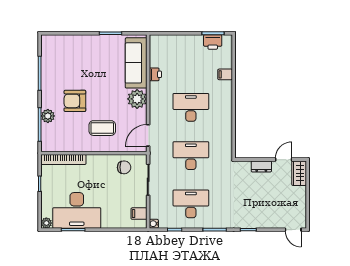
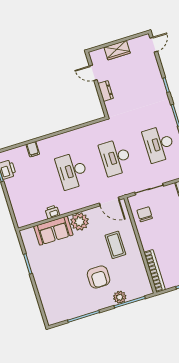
sofa: (136, 63) -> (53, 231), width x0.73
wardrobe: (299, 173) -> (117, 50), moved

